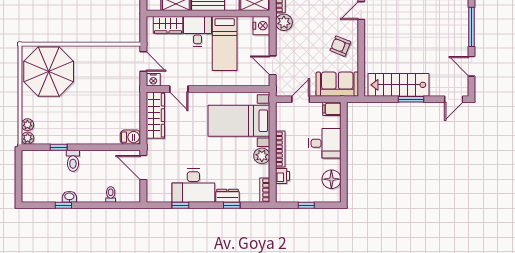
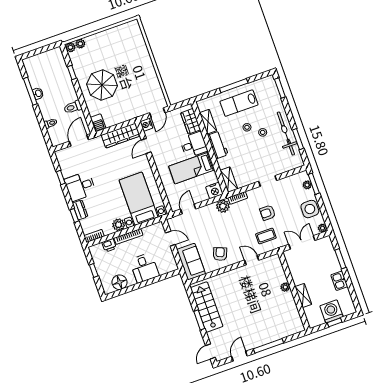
parasol: (49, 72) -> (102, 85), moved, width x0.73, depth x0.73
door: (454, 99) -> (210, 351), hinge flipped
filing cabinet: (332, 109) -> (171, 264), removed
toilet: (73, 161) -> (73, 107), moved
desk: (193, 186) -> (80, 186), width x0.73
window: (63, 205) -> (30, 91), width x2.17

